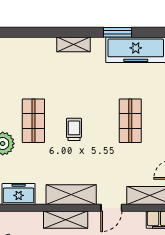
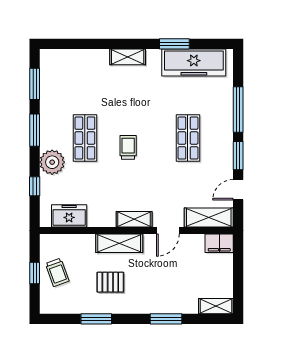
shelving: (71, 195) -> (134, 219), width x0.67, depth x0.75

